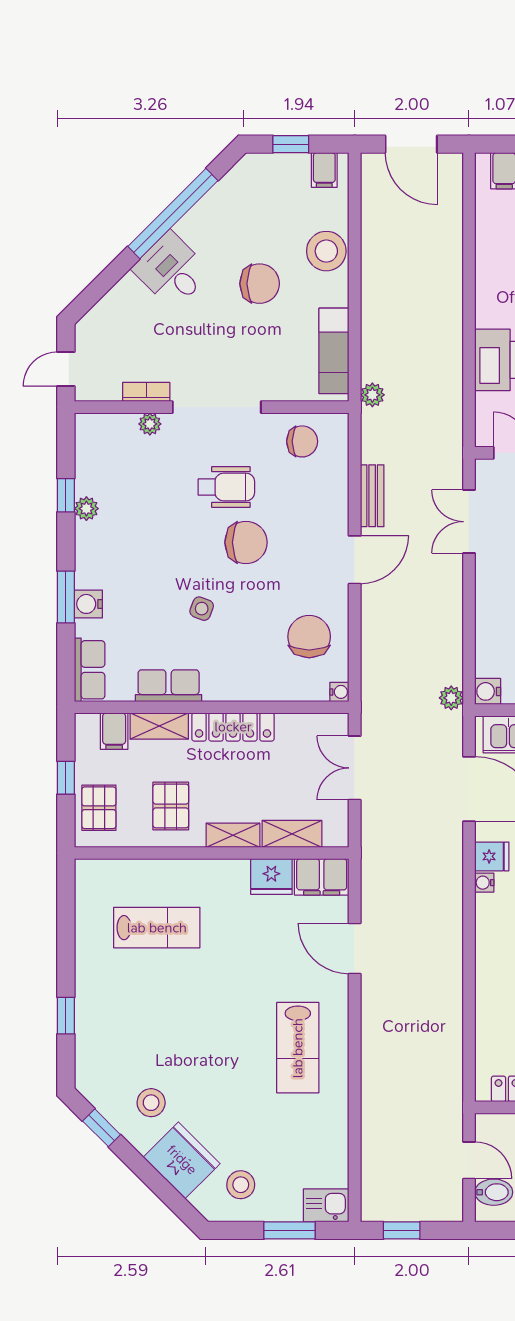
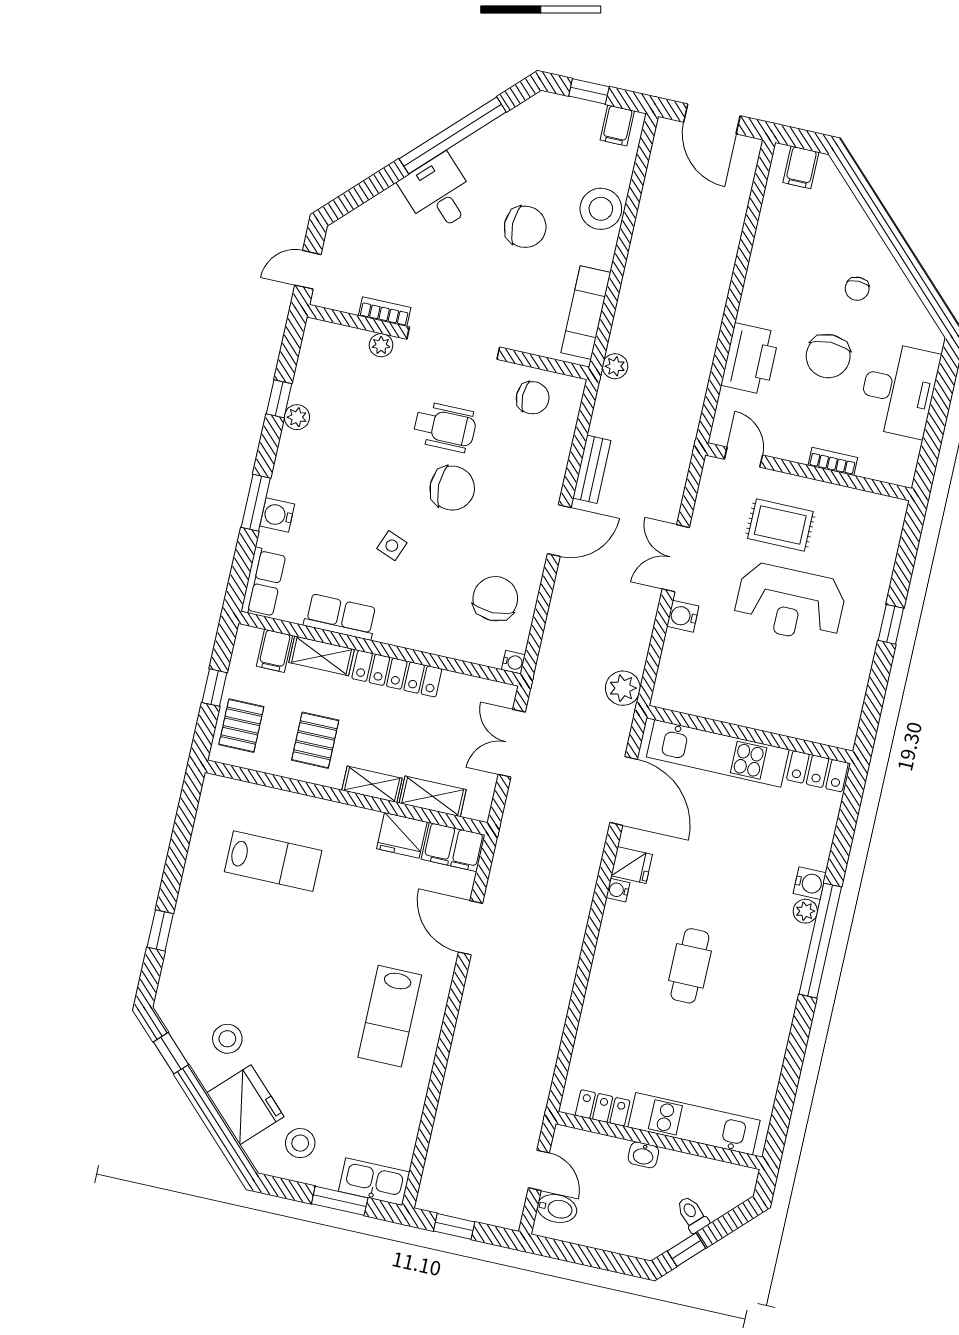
double door: (469, 522) -> (676, 558), moved
water cooler: (488, 691) -> (683, 616), moved
plant: (451, 698) -> (623, 688), width x1.38, depth x1.38
kitchen sink: (326, 1205) -> (374, 1182), width x1.38

